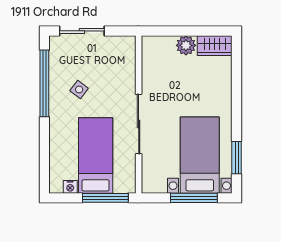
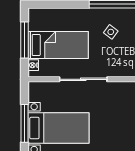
nightstand: (70, 187) -> (33, 65), moved
window: (105, 198) -> (24, 40), moved

